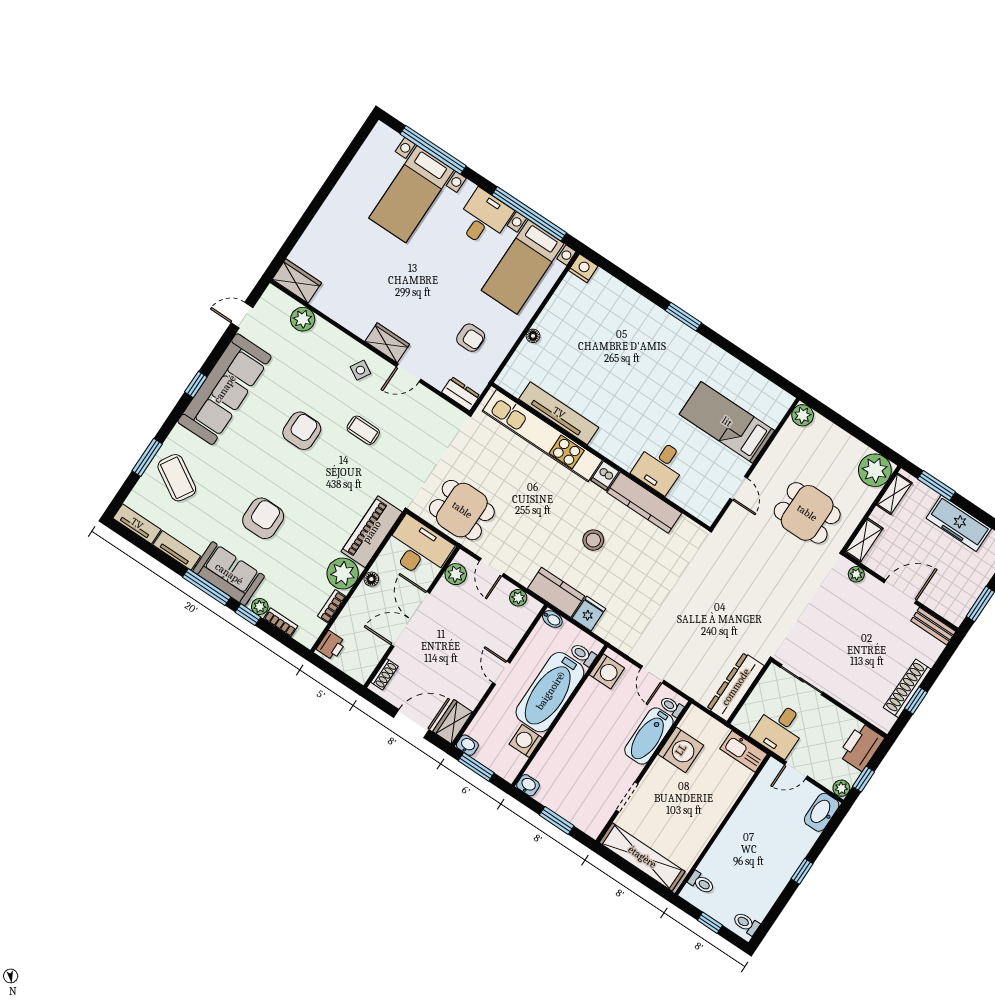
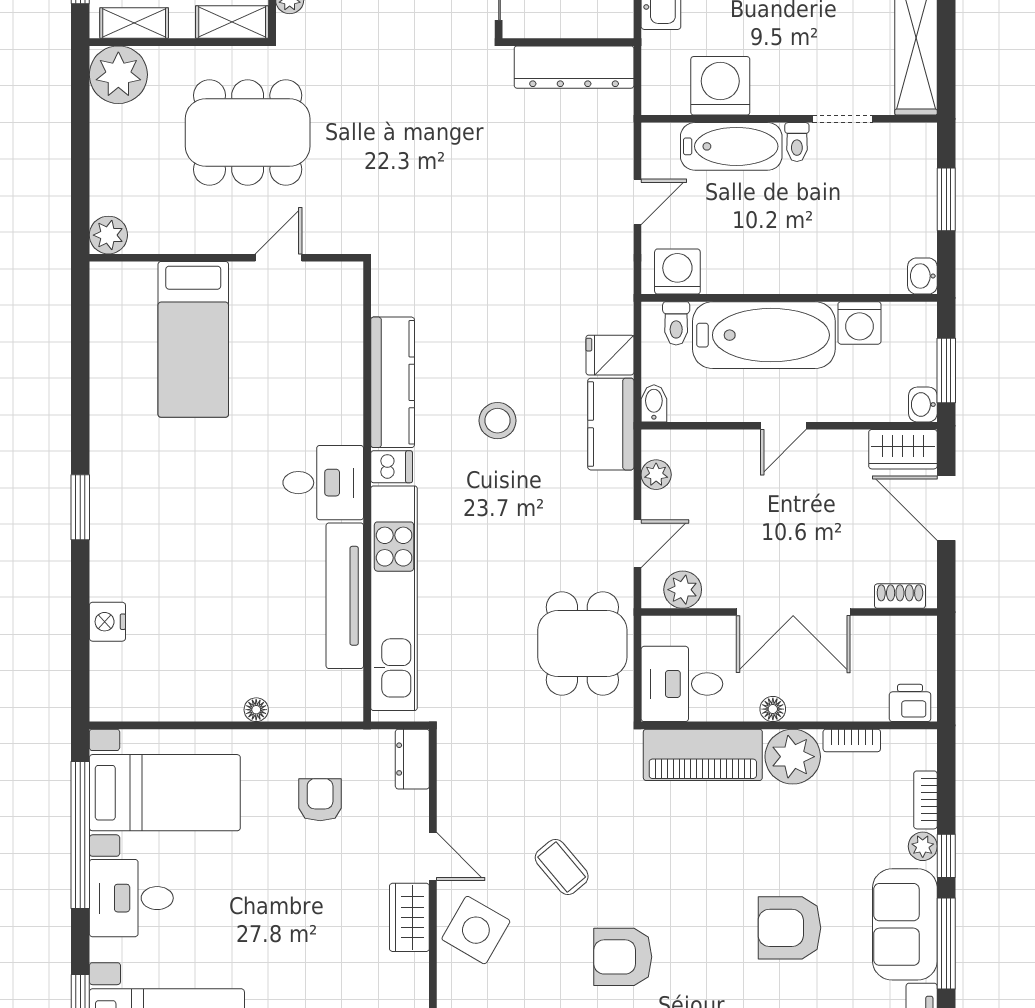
nightstand: (583, 268) -> (107, 622), moved
side table: (360, 370) -> (476, 930), width x1.87, depth x1.87
coffee table: (363, 430) -> (562, 867), turned -40
desk: (660, 466) -> (323, 483), moved
dining table: (807, 513) -> (248, 132), width x1.38
desk: (418, 549) -> (682, 684), width x0.73
toilet: (672, 706) -> (797, 142), moved

